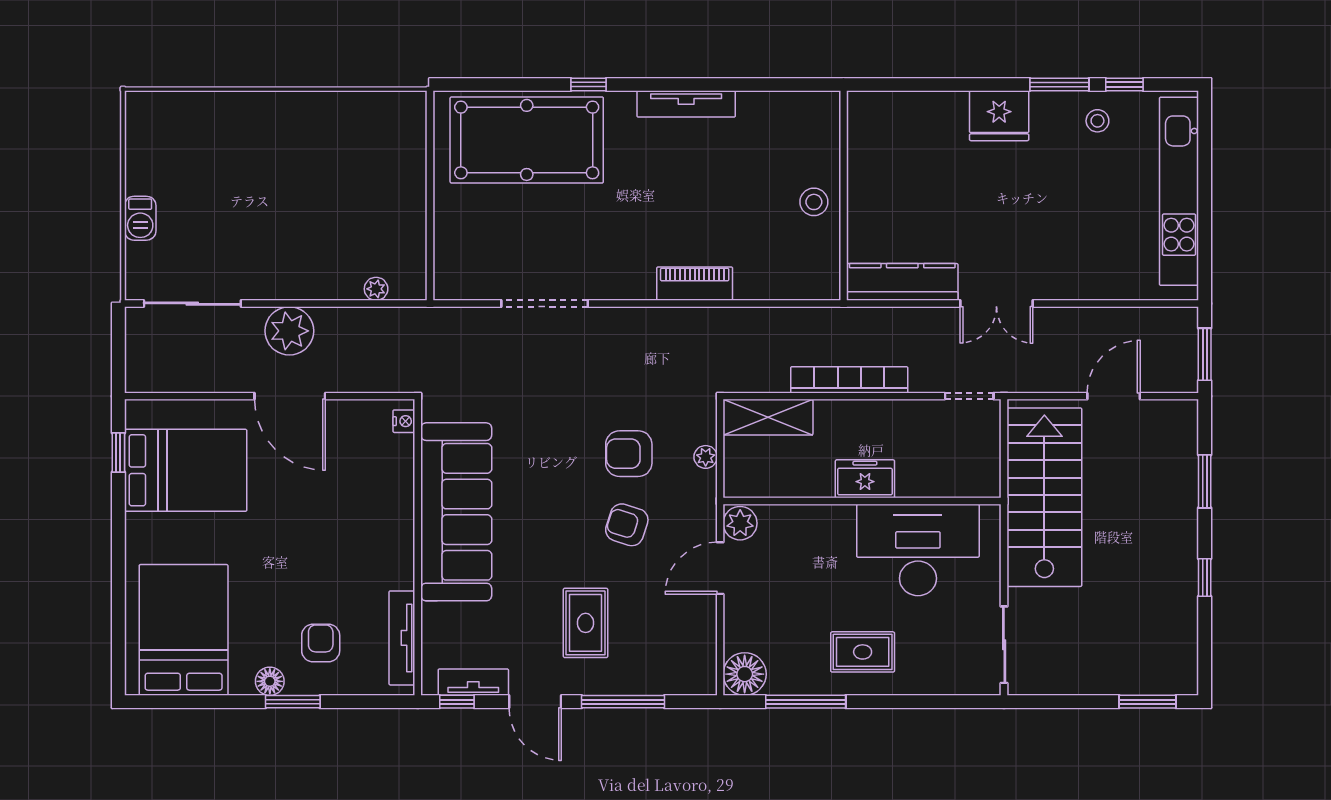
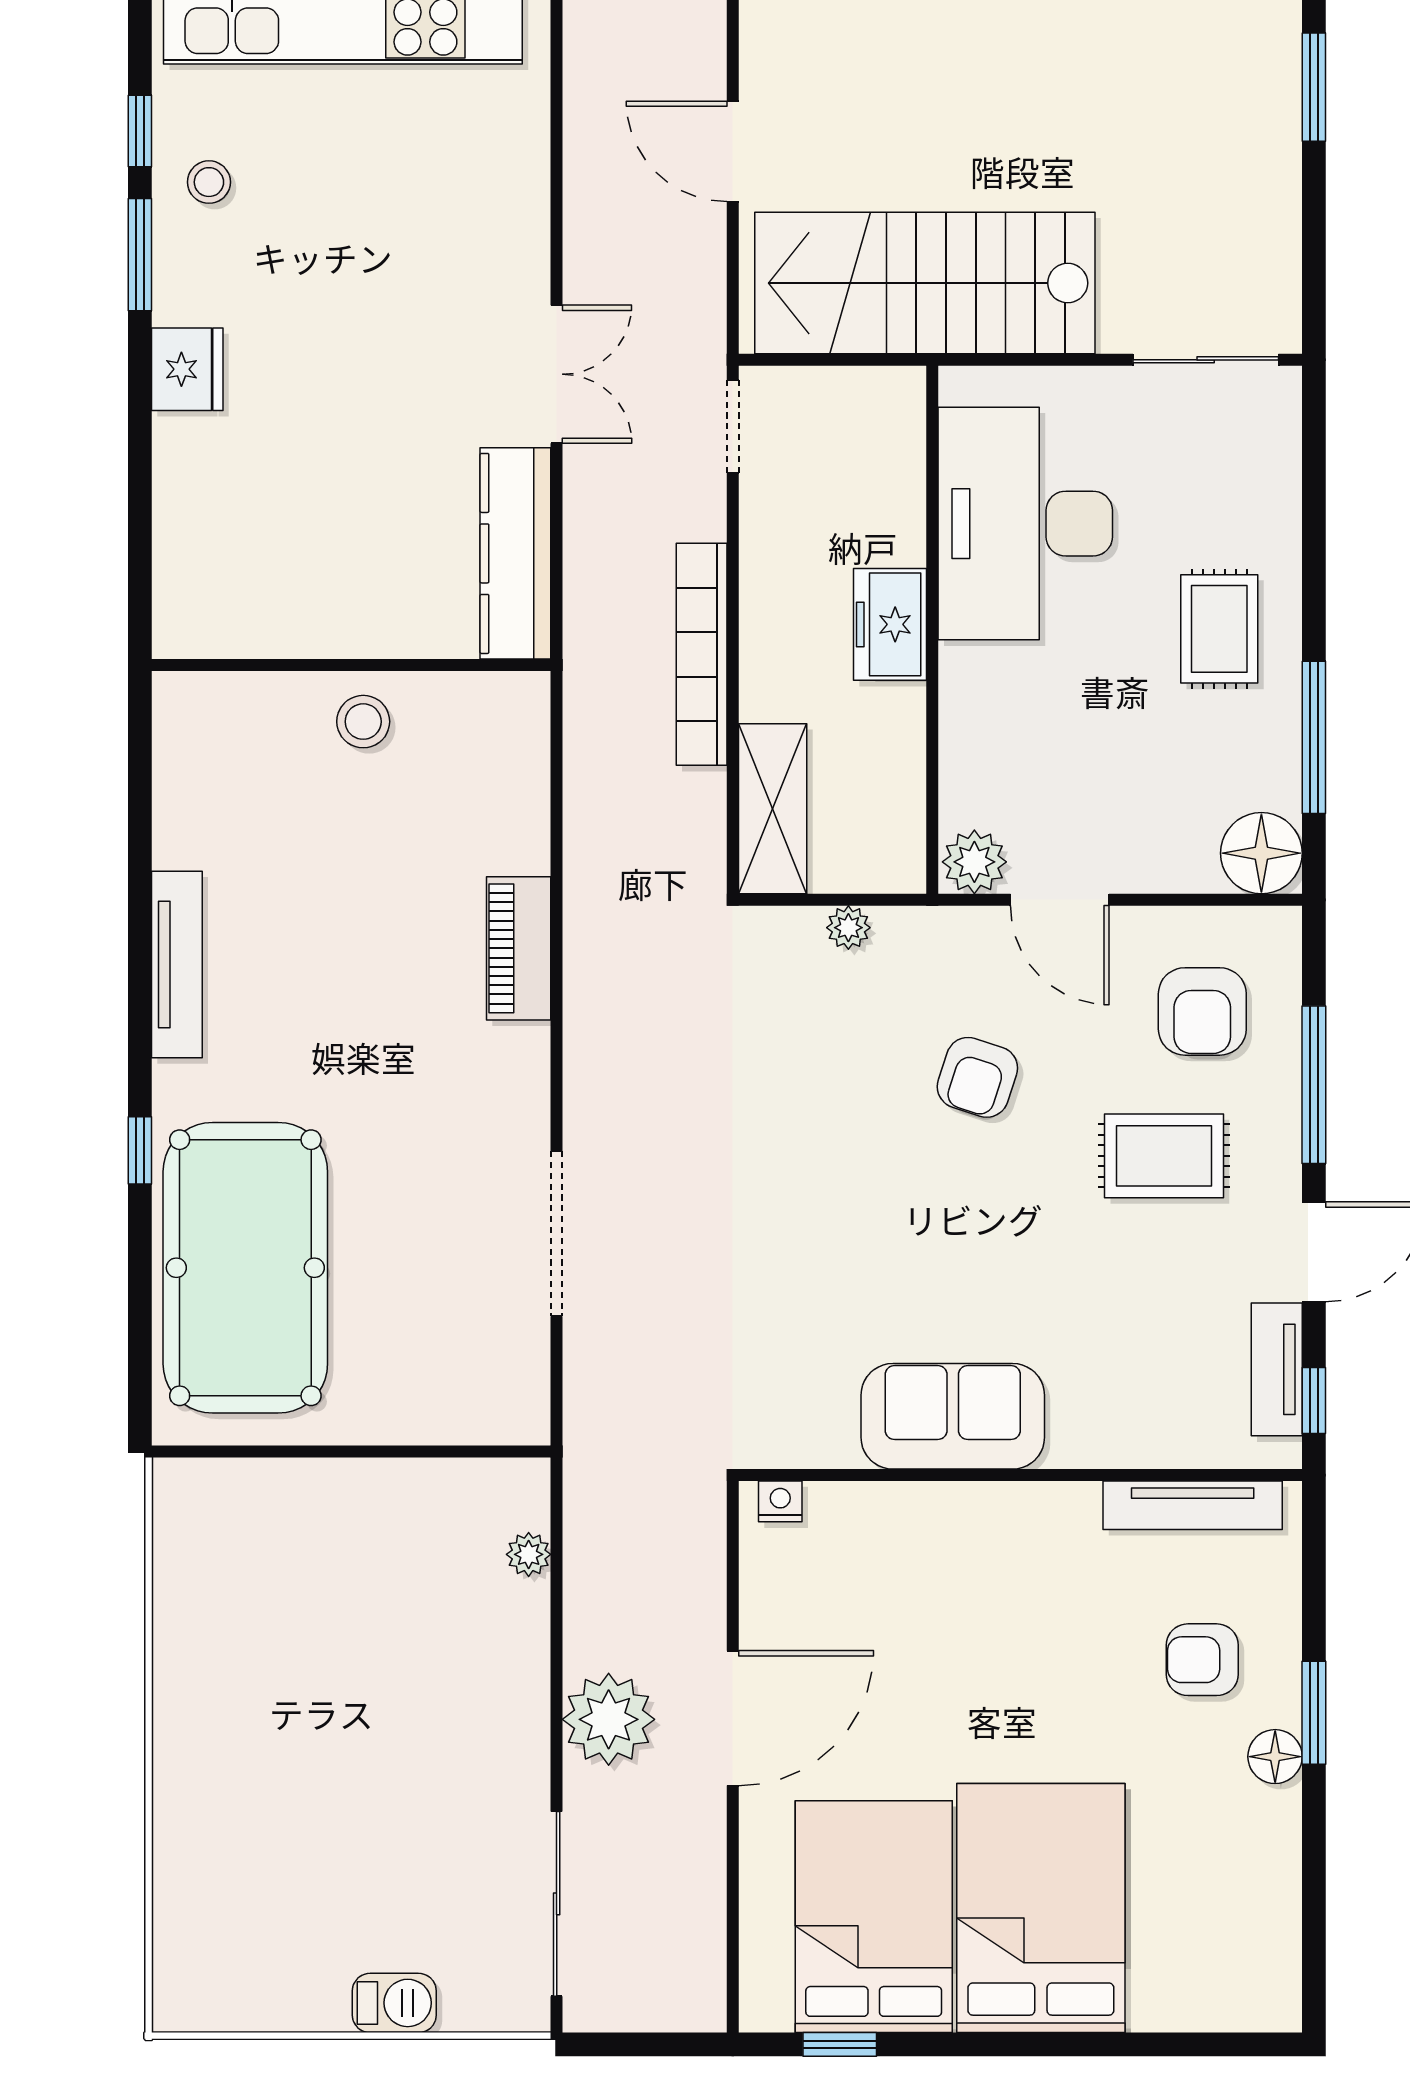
fridge: (999, 116) -> (187, 369), width x0.73, depth x0.75
armchair: (629, 454) -> (1202, 1011), moved
sofa: (456, 512) -> (953, 1416), width x0.54, depth x0.79
bed: (184, 630) -> (1041, 1908), moved, turned 90

